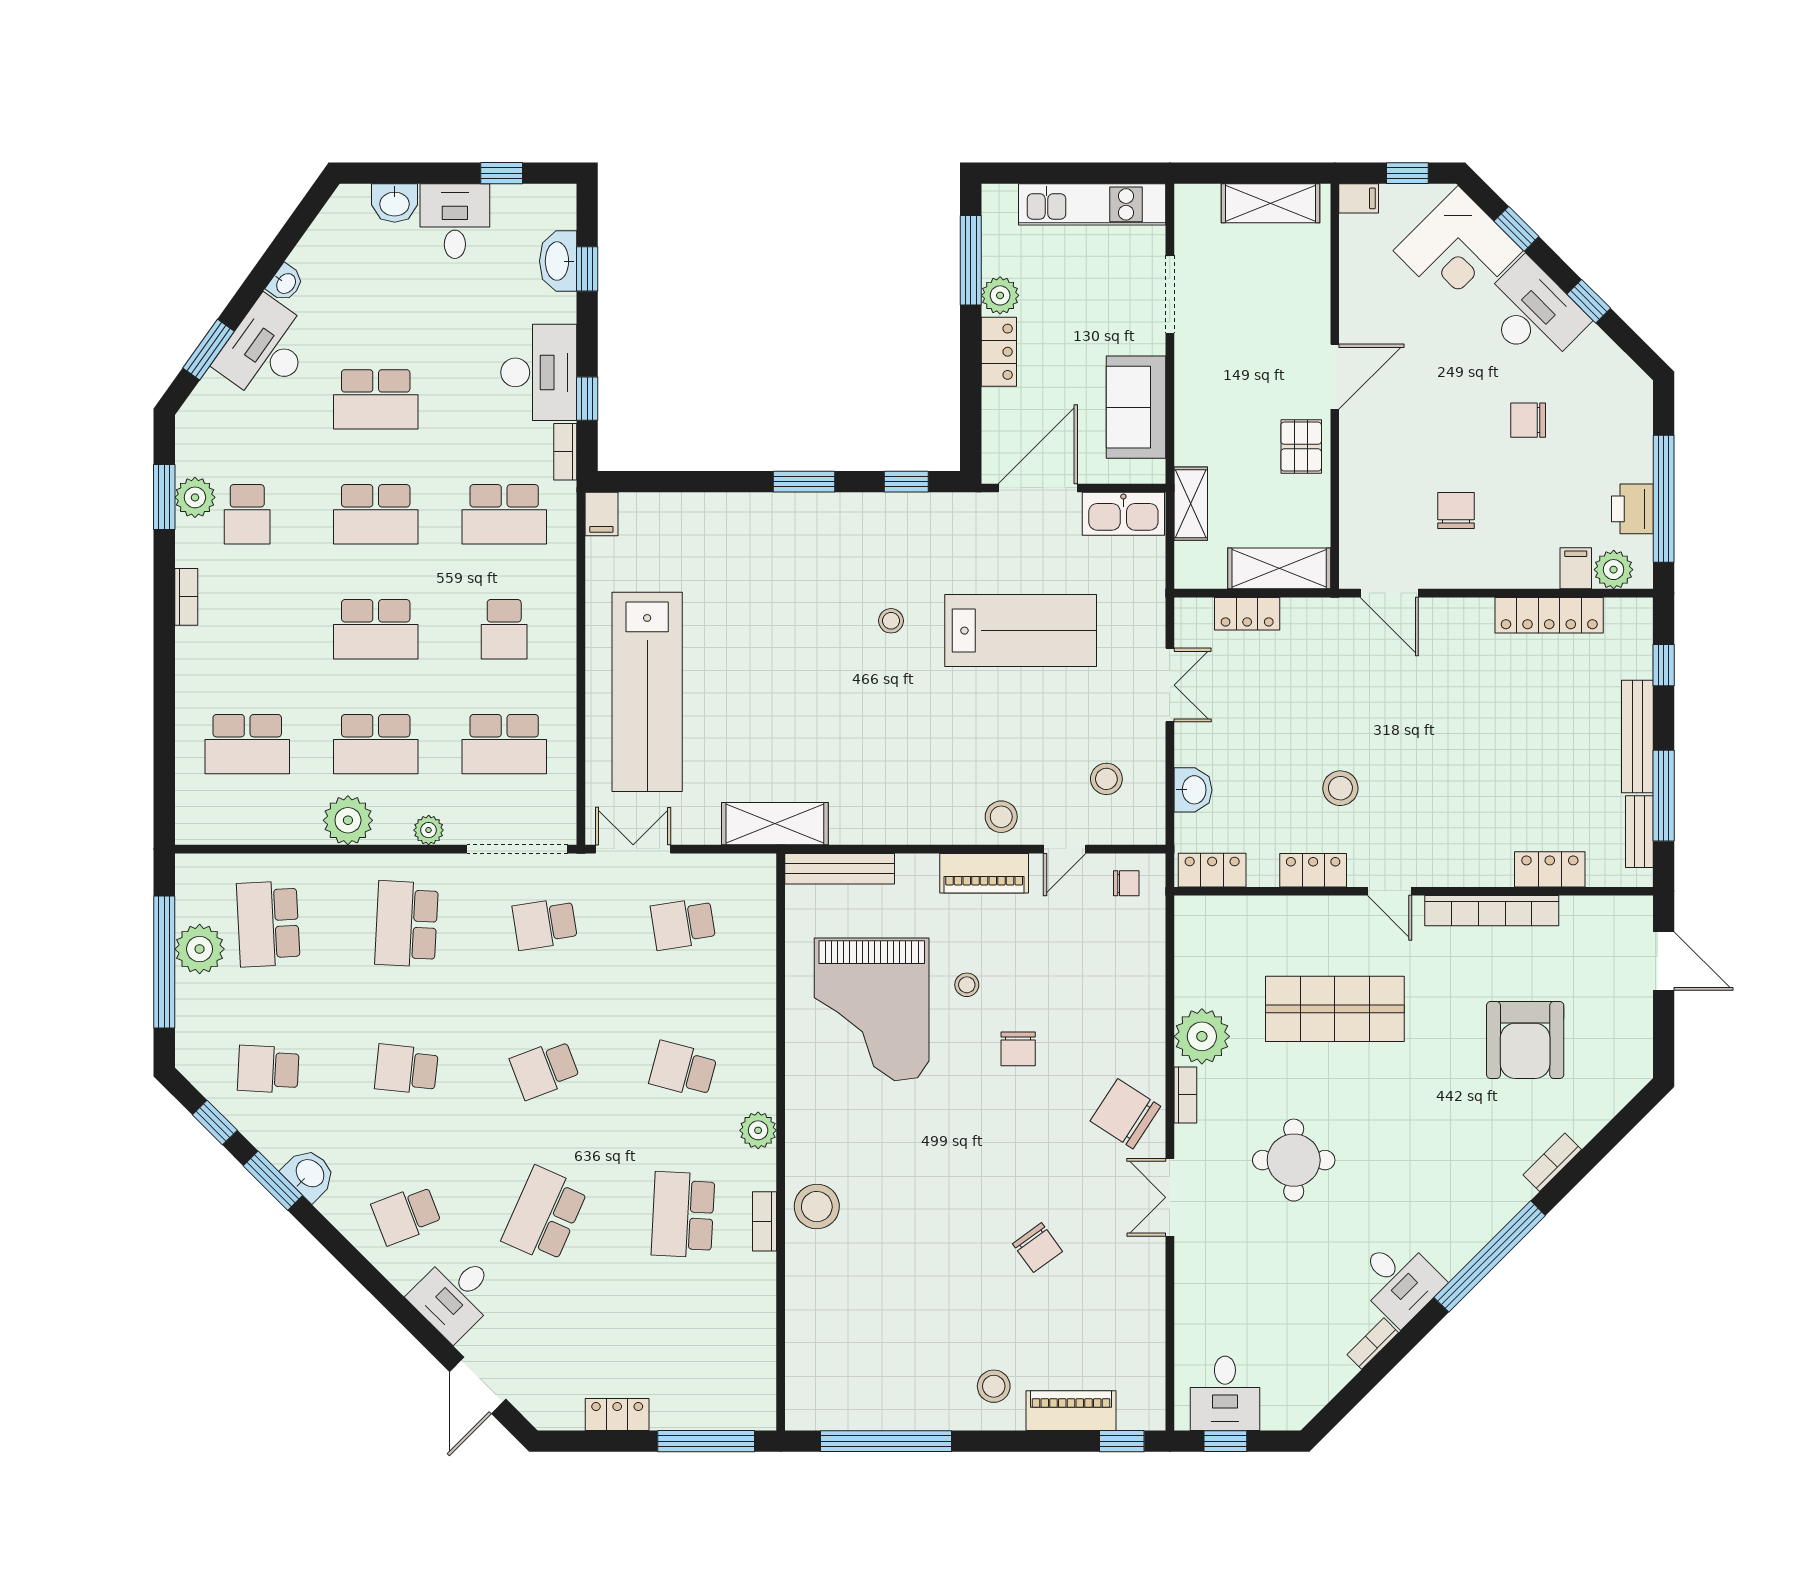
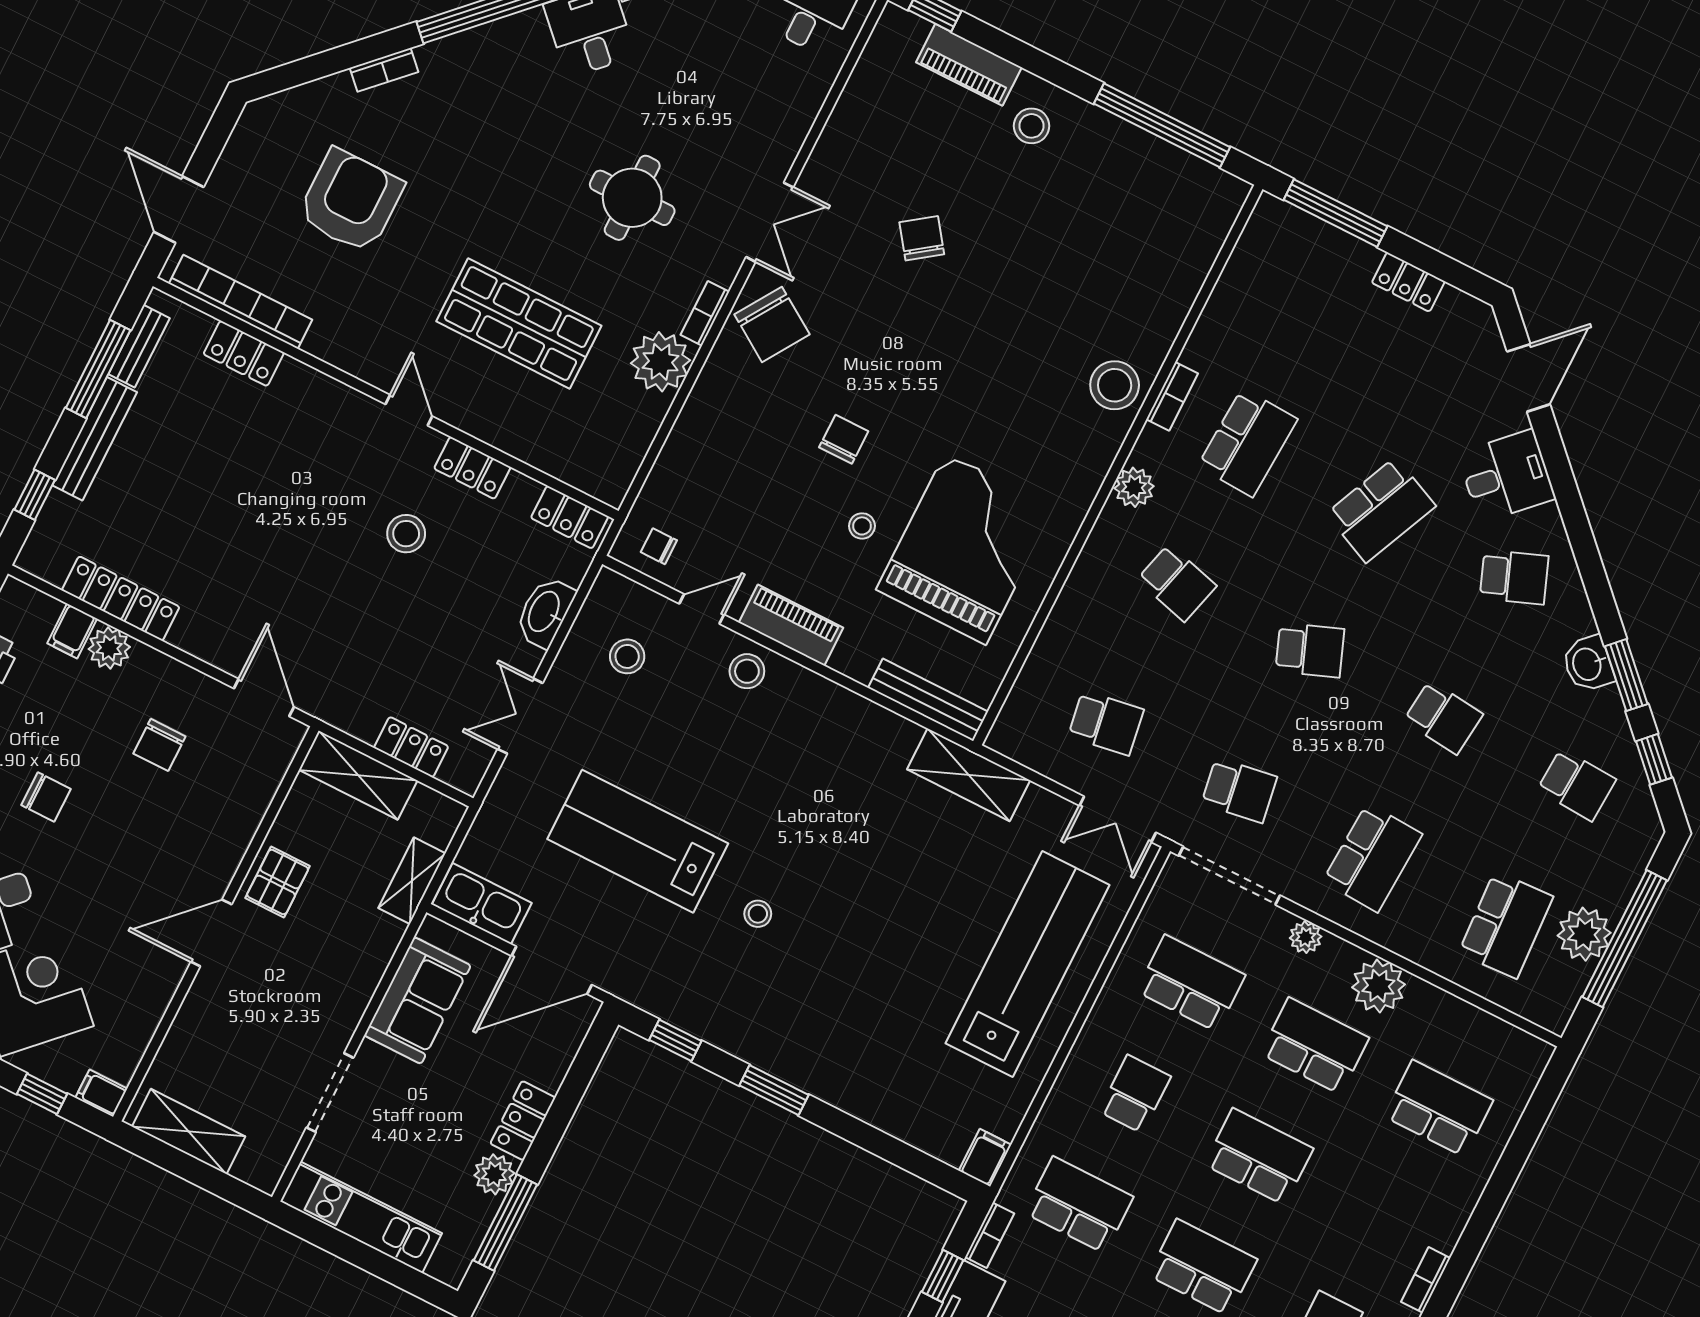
plant: (1614, 570) -> (109, 648), moved
washbasin: (1193, 790) -> (545, 612), width x1.38
bookcase: (1492, 911) -> (241, 302), moved

